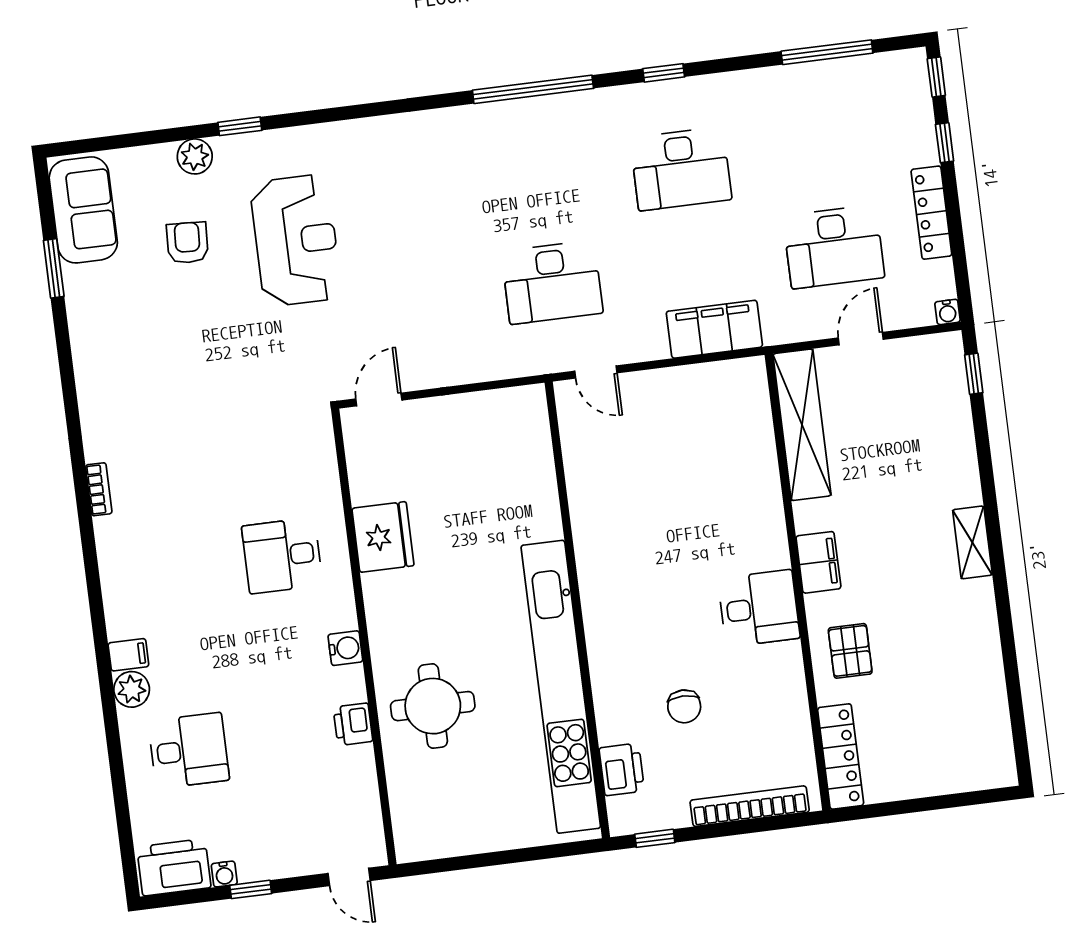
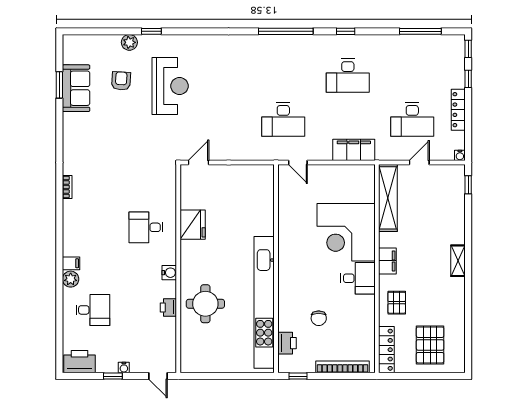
sofa: (83, 210) -> (76, 88), moved
corner desk: (720, 511) -> (346, 232), added
pallet: (935, 734) -> (430, 345), added
water cooler: (224, 874) -> (124, 368), moved

